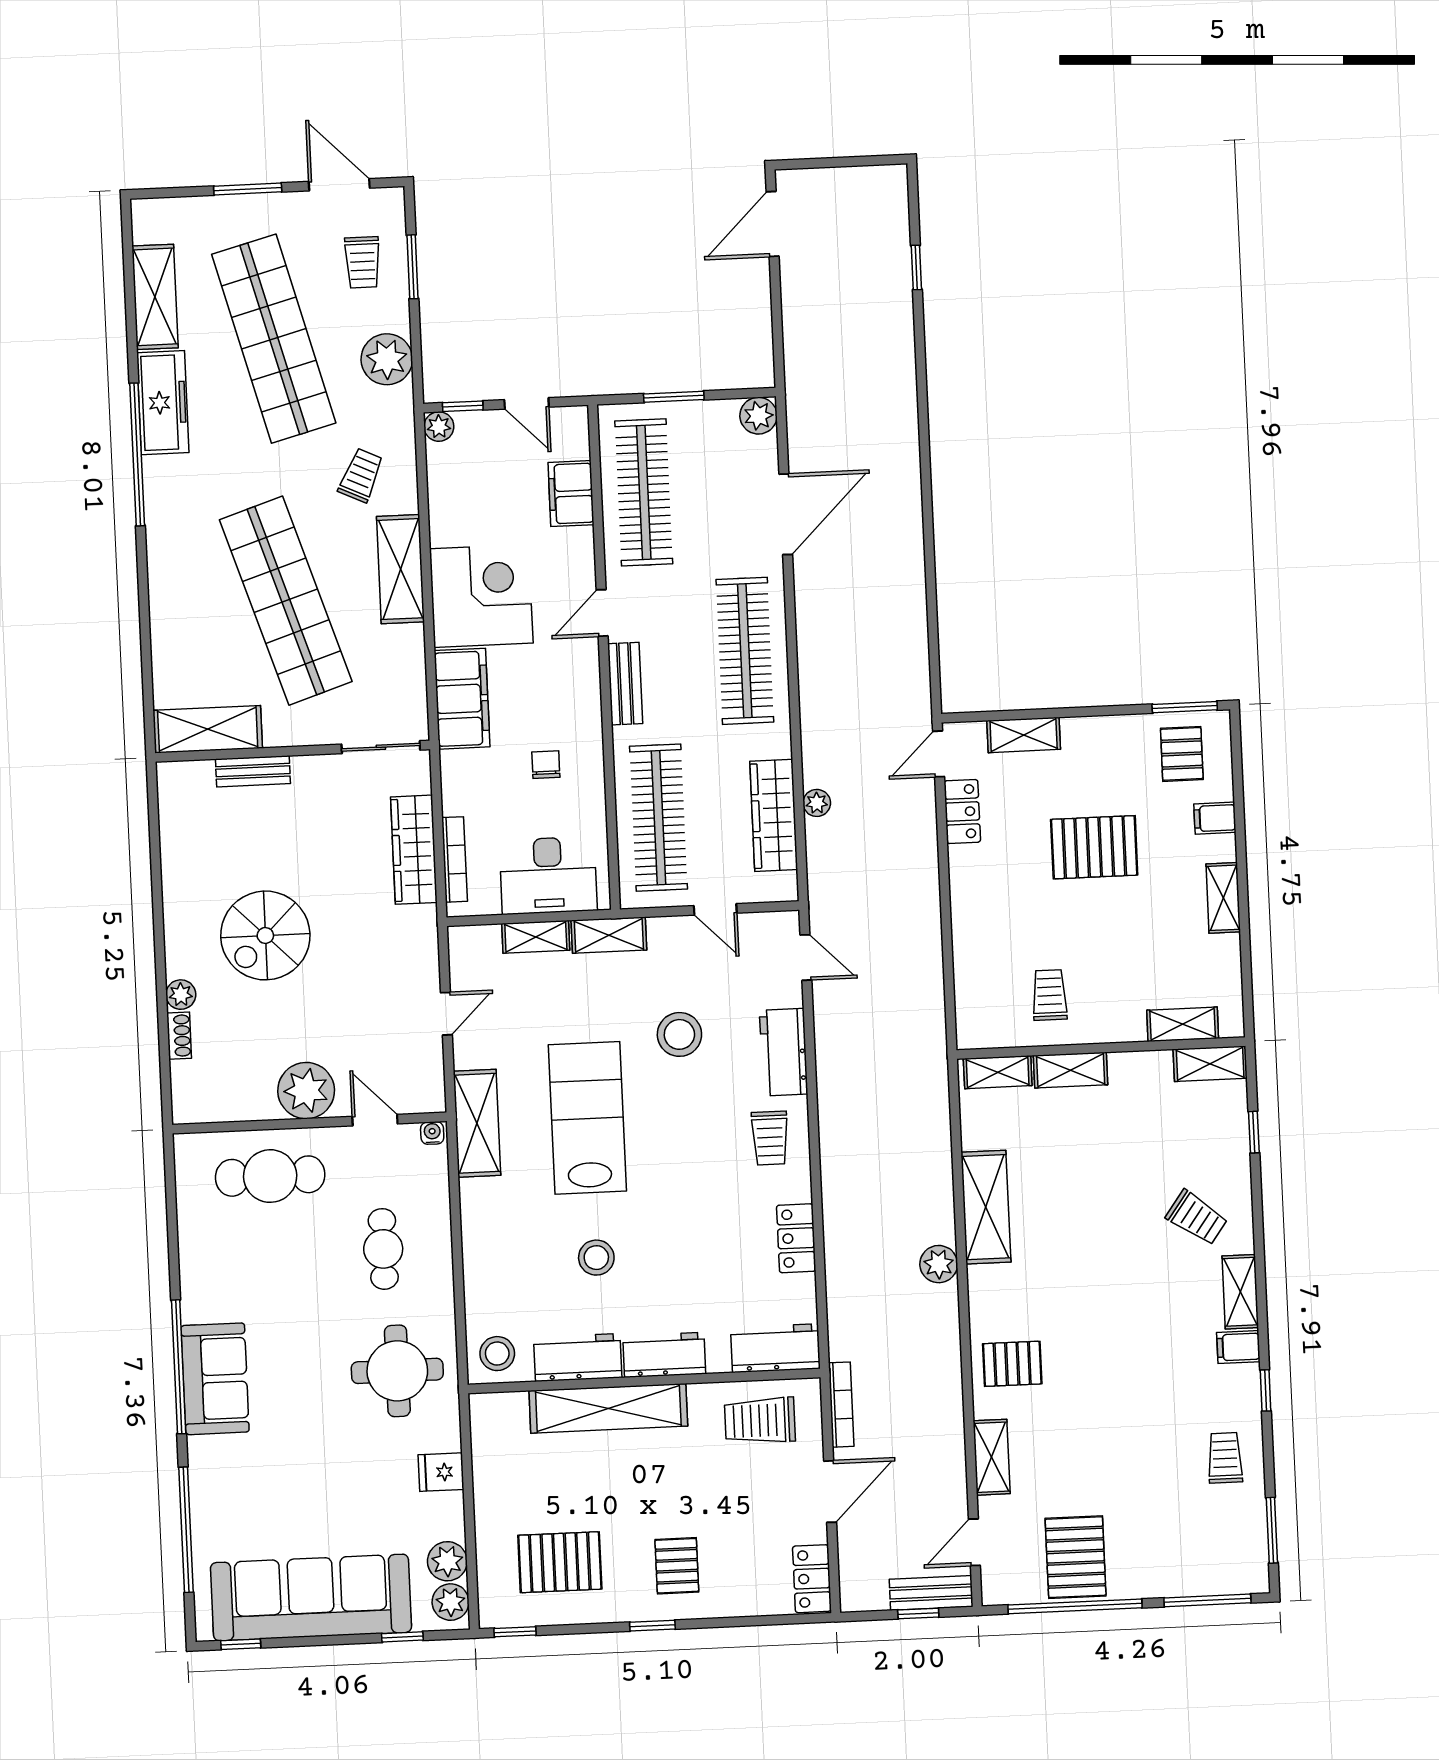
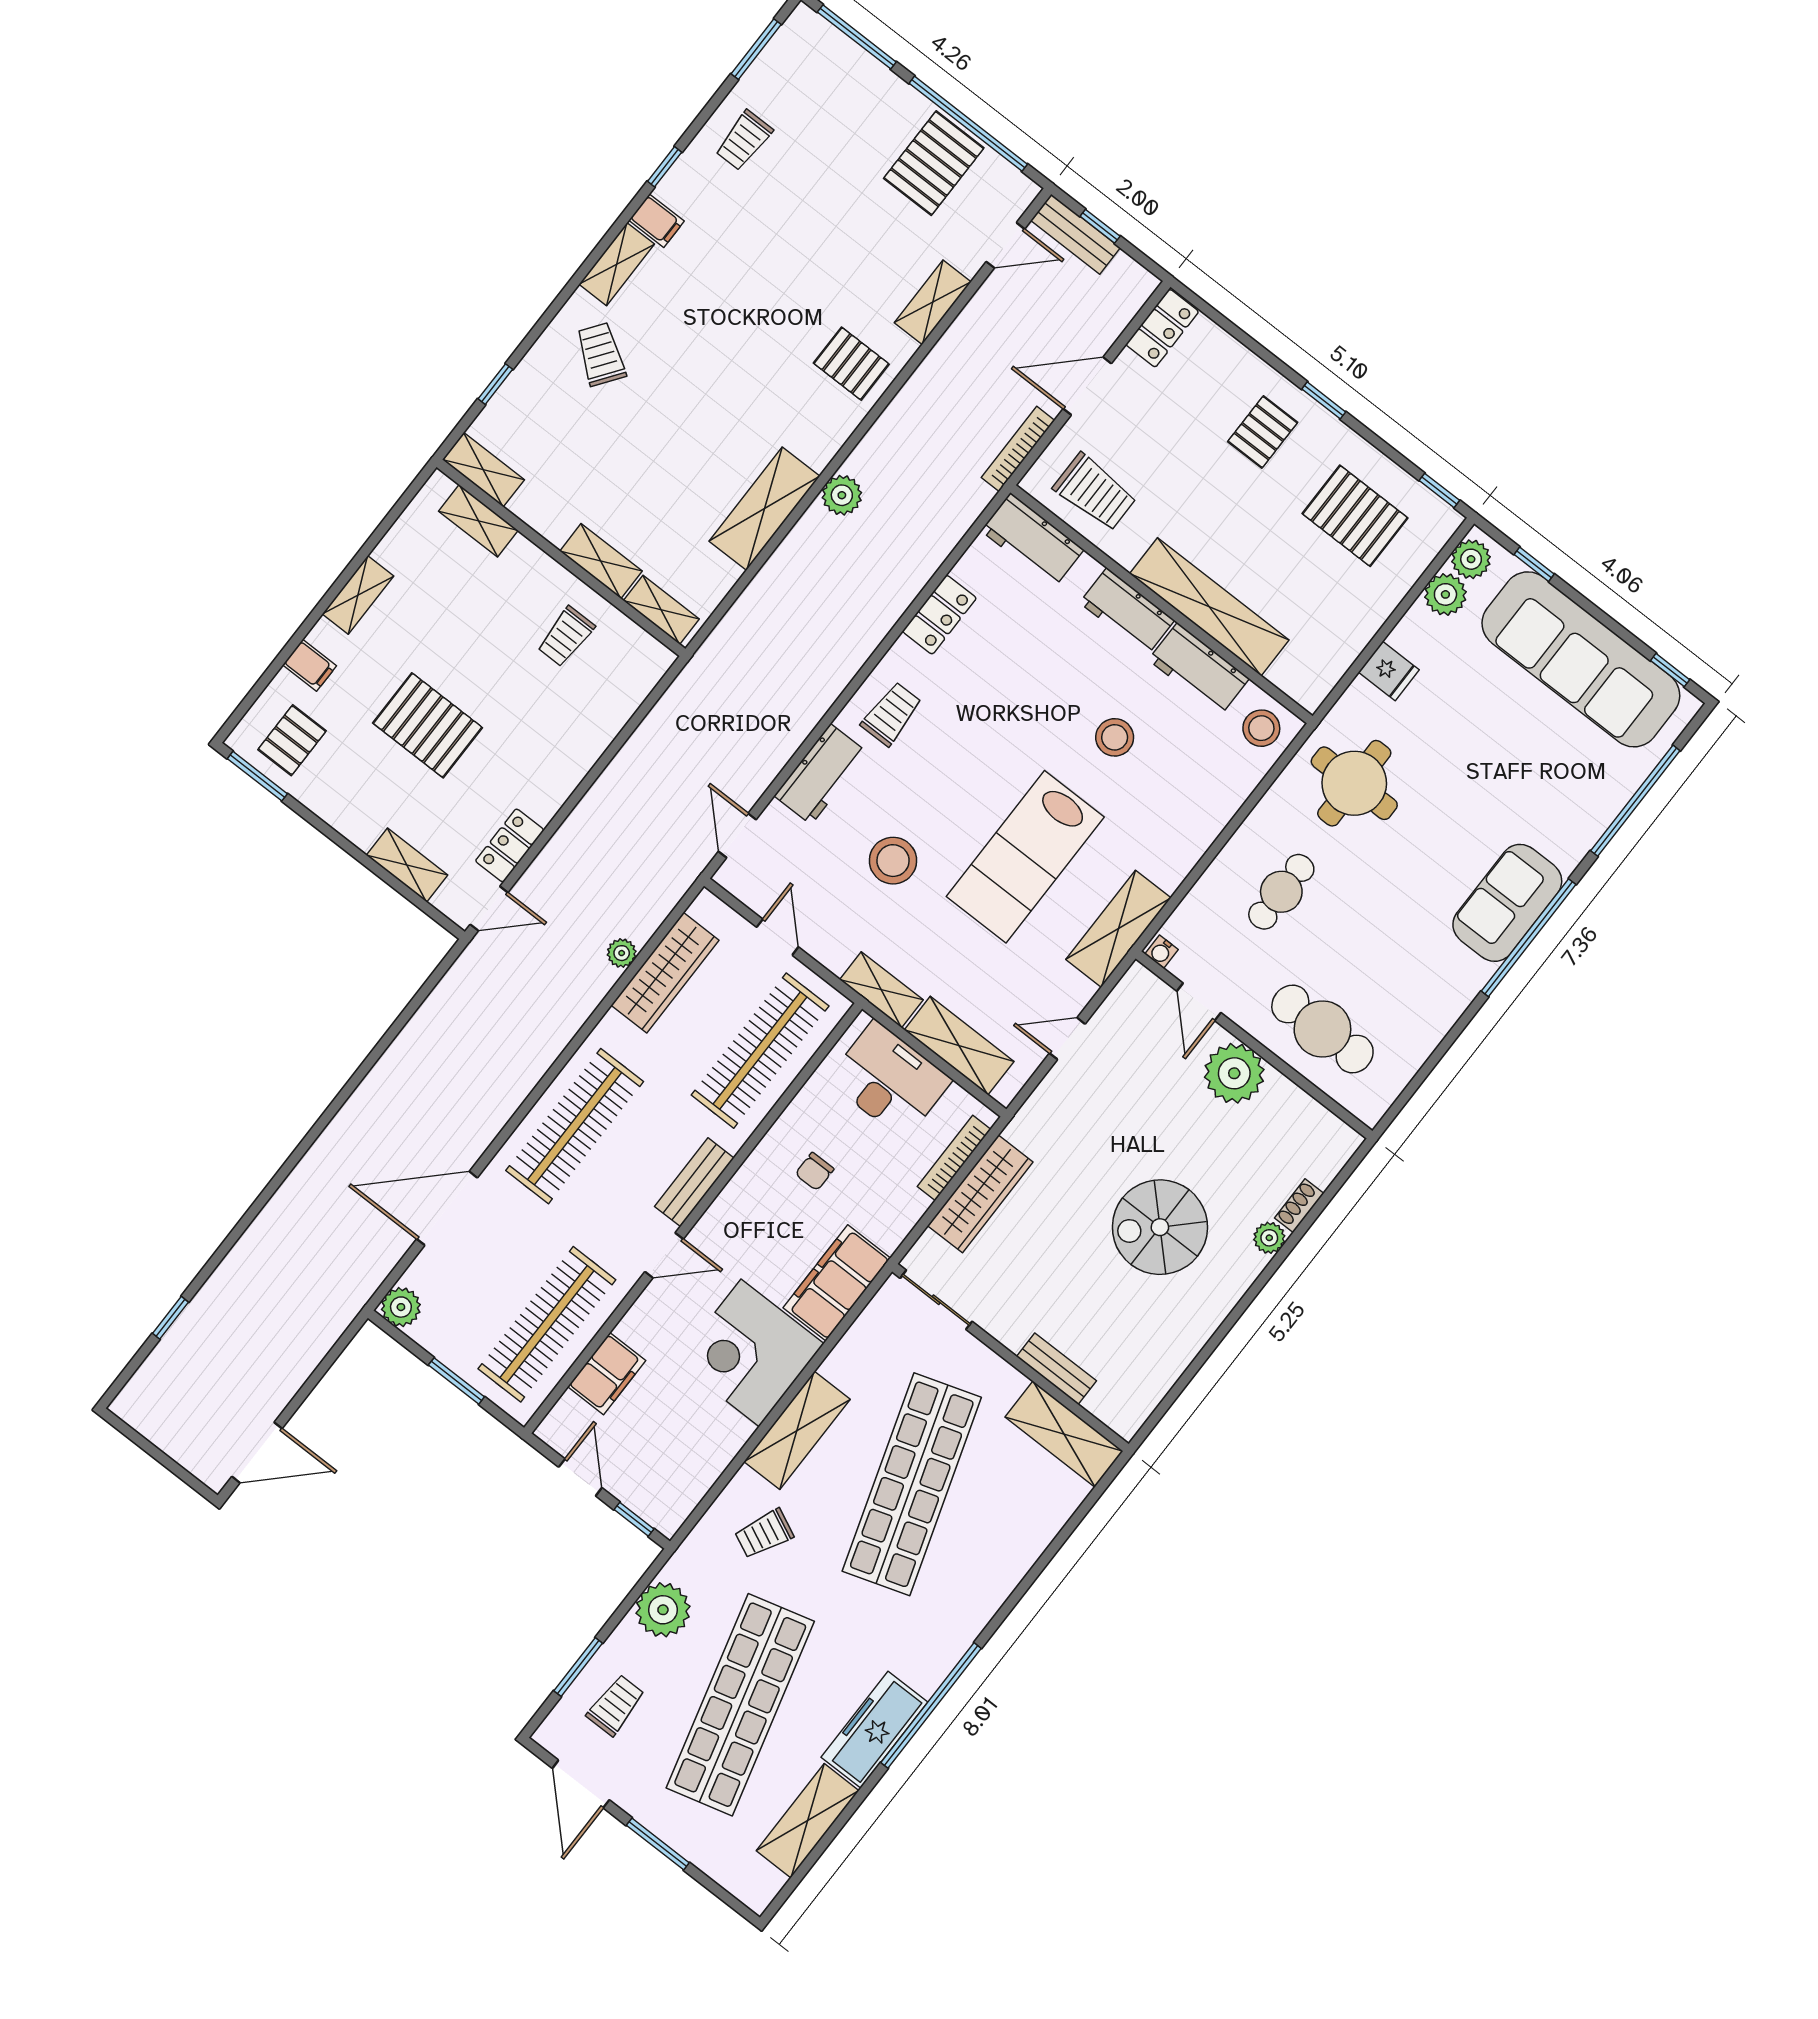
plant: (439, 427) -> (667, 1519), removed
spiral stairs: (265, 935) -> (1160, 1227), turned 180
shelving: (536, 937) -> (959, 1046), width x1.50, depth x1.33

